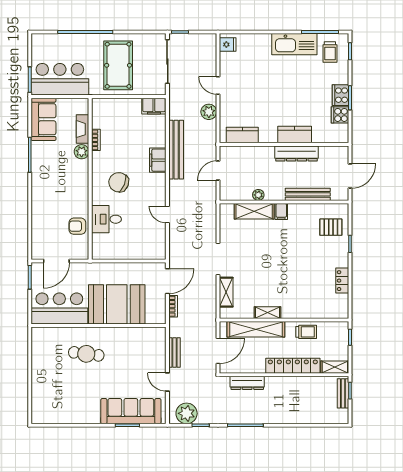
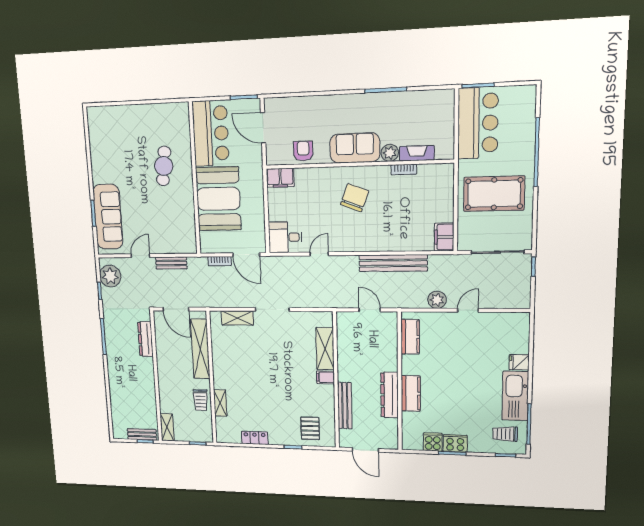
fridge: (228, 44) -> (519, 362), moved, turned 90
sofa: (43, 119) -> (355, 148), moved, turned 180
filing cabinet: (158, 160) -> (280, 178), moved, turned 180
plant: (258, 195) -> (343, 353), removed
desk: (106, 219) -> (285, 237), moved, turned -90
shelving: (268, 313) -> (220, 403), moved
locker: (293, 366) -> (166, 386), removed

